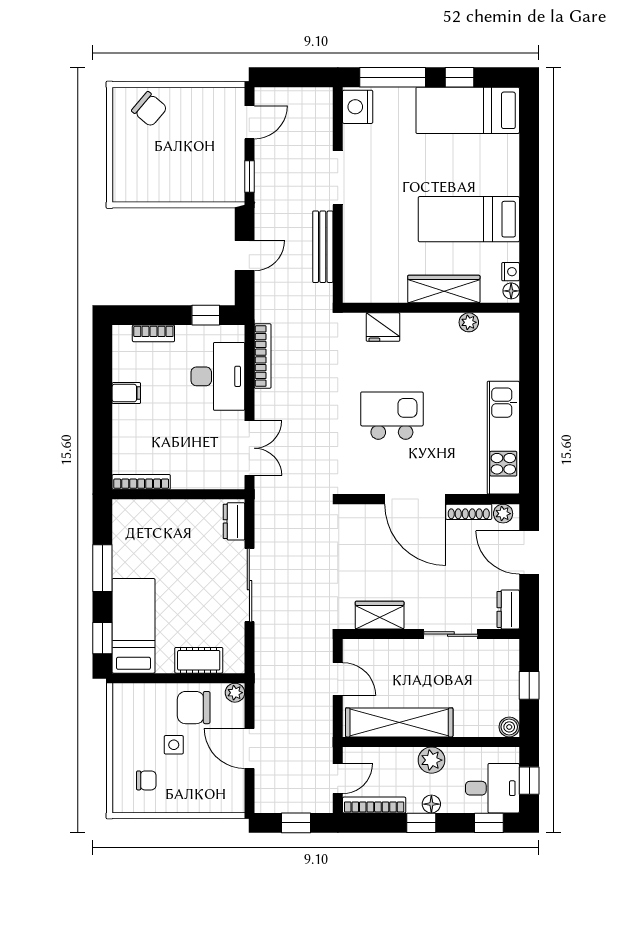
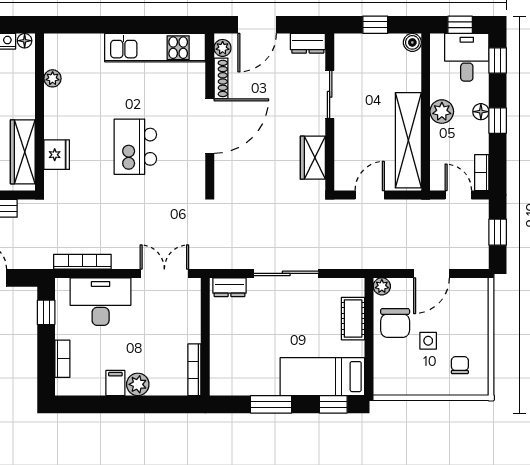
wardrobe: (444, 289) -> (23, 152), moved
plant: (125, 418) -> (138, 384), added
bookcase: (374, 805) -> (482, 173), width x0.64

